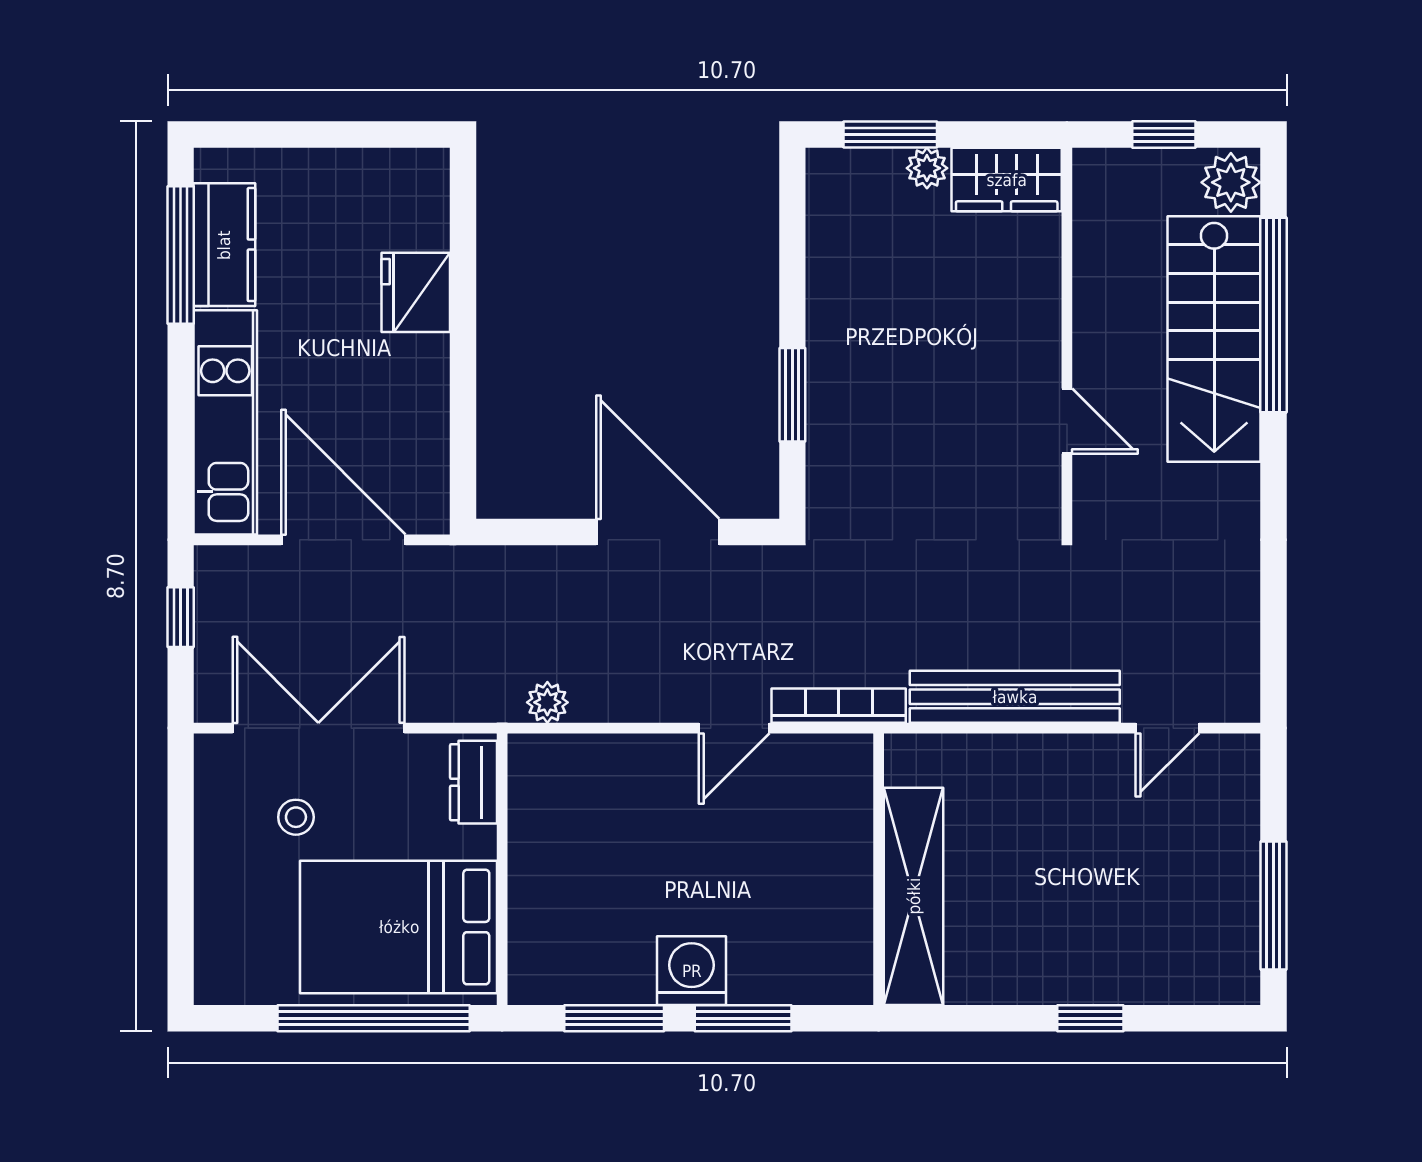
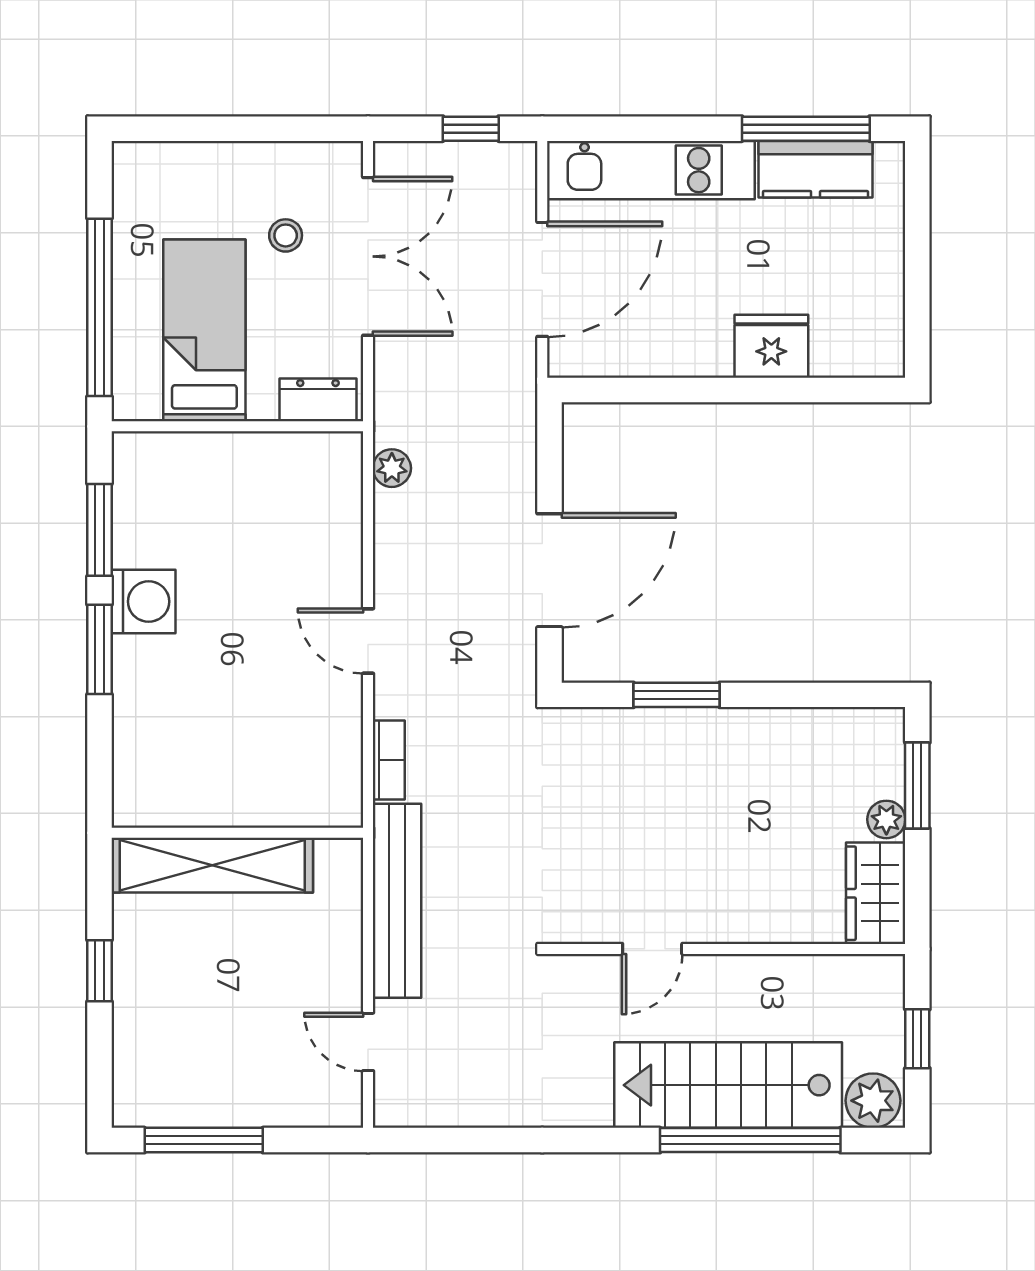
bookcase: (839, 706) -> (389, 760), width x0.64
wall: (879, 869) -> (237, 833), moved
shelving: (914, 896) -> (212, 865), moved
bed: (399, 927) -> (204, 330), width x0.67

